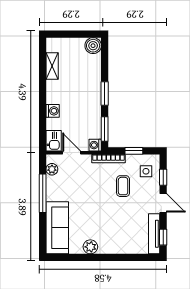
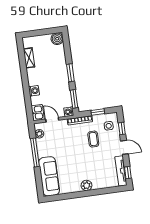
plant: (90, 247) -> (86, 185), moved

